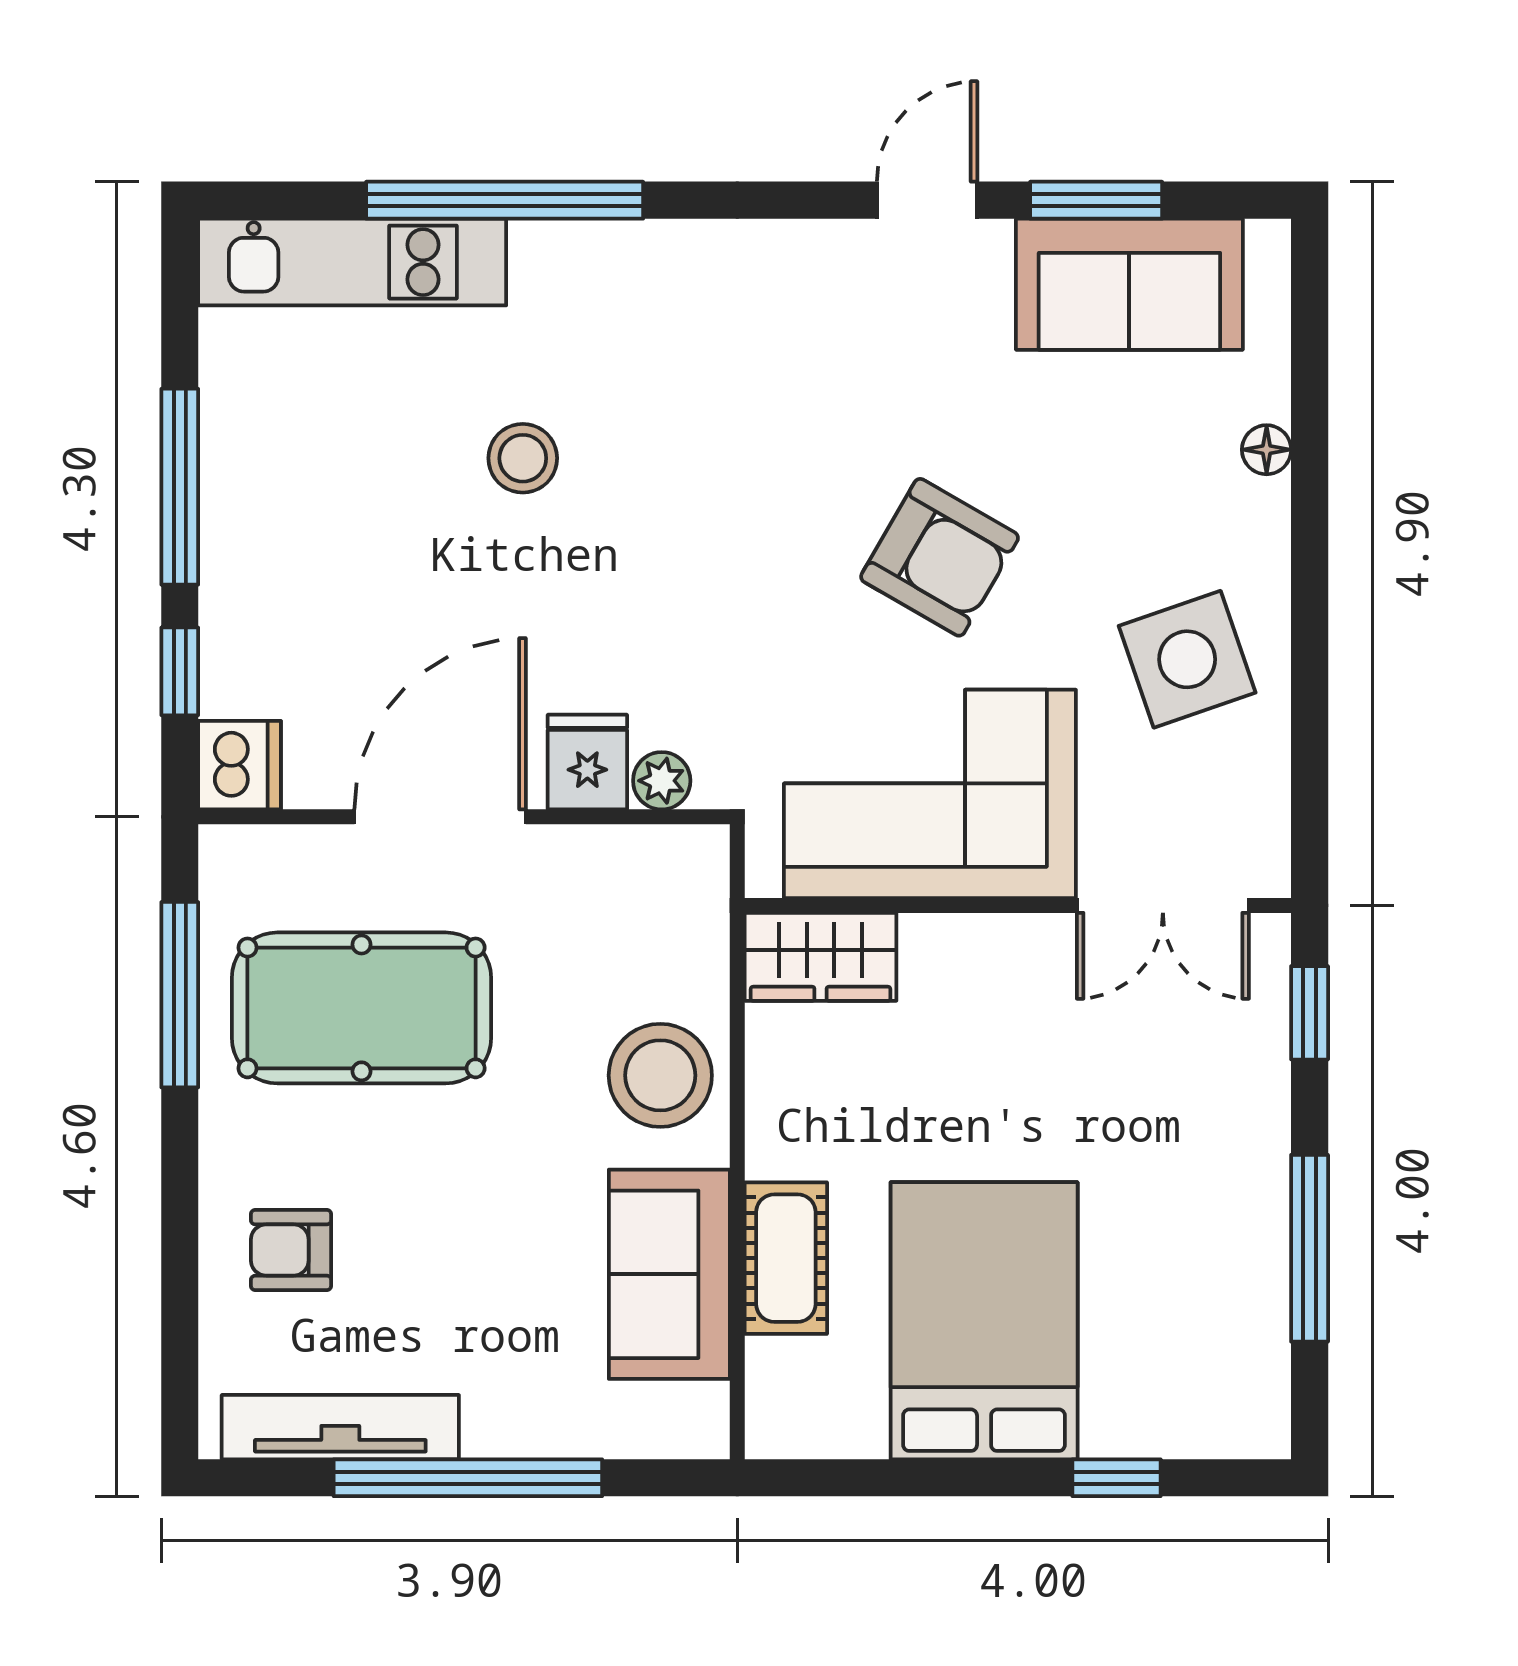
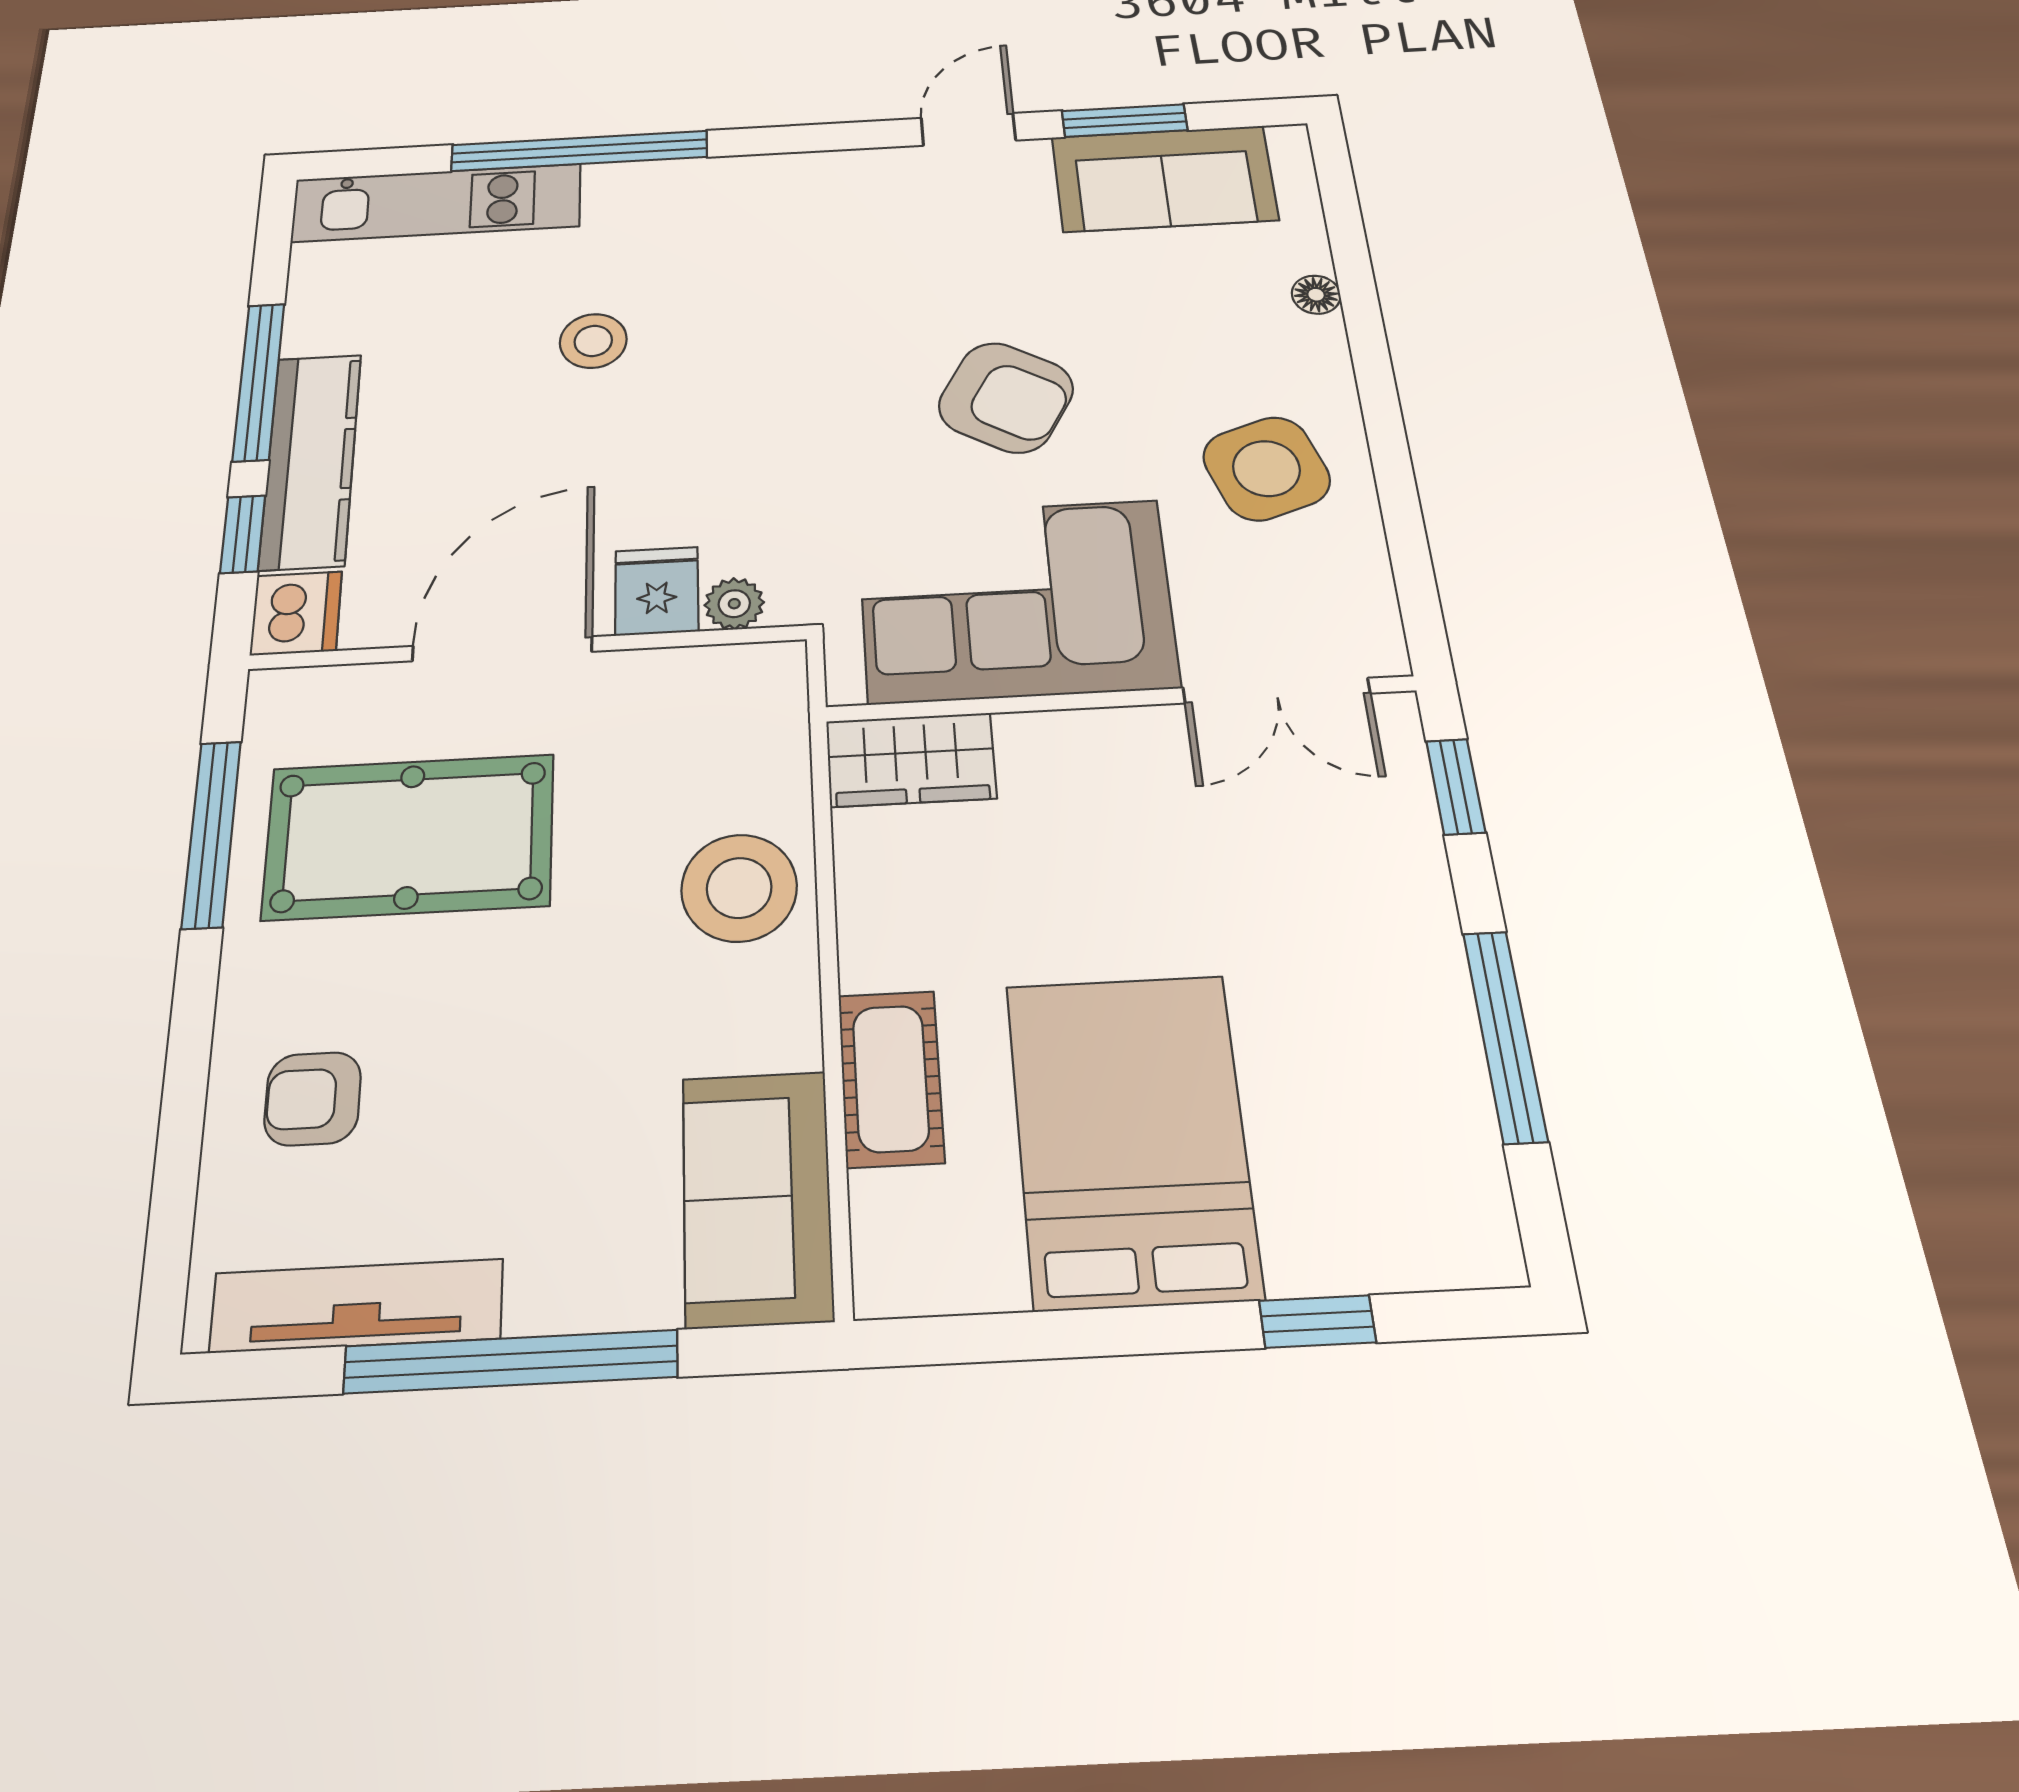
kitchen counter: (241, 588) -> (311, 460), added
sofa: (669, 1274) -> (757, 1197), moved

